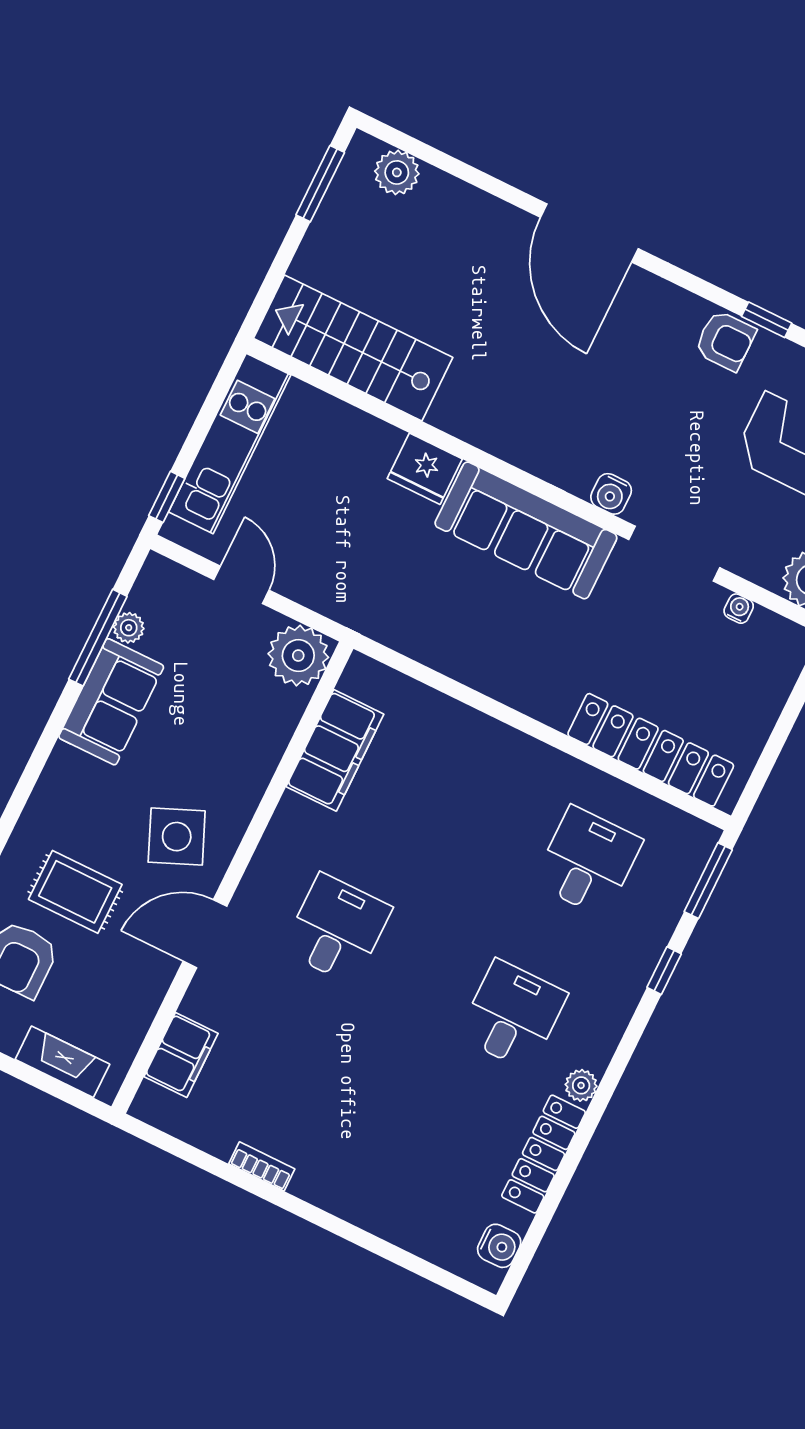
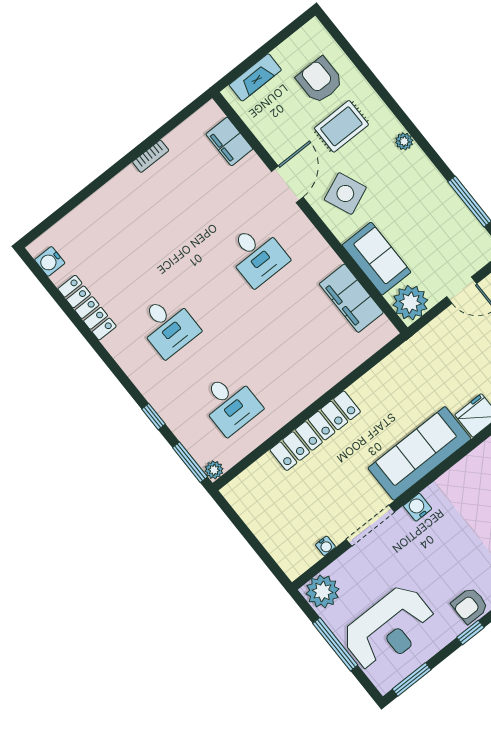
plant: (129, 628) -> (404, 141), moved
sofa: (111, 702) -> (377, 259), moved, turned 180
locker: (651, 750) -> (315, 431), moved
plant: (581, 1085) -> (214, 470), moved

